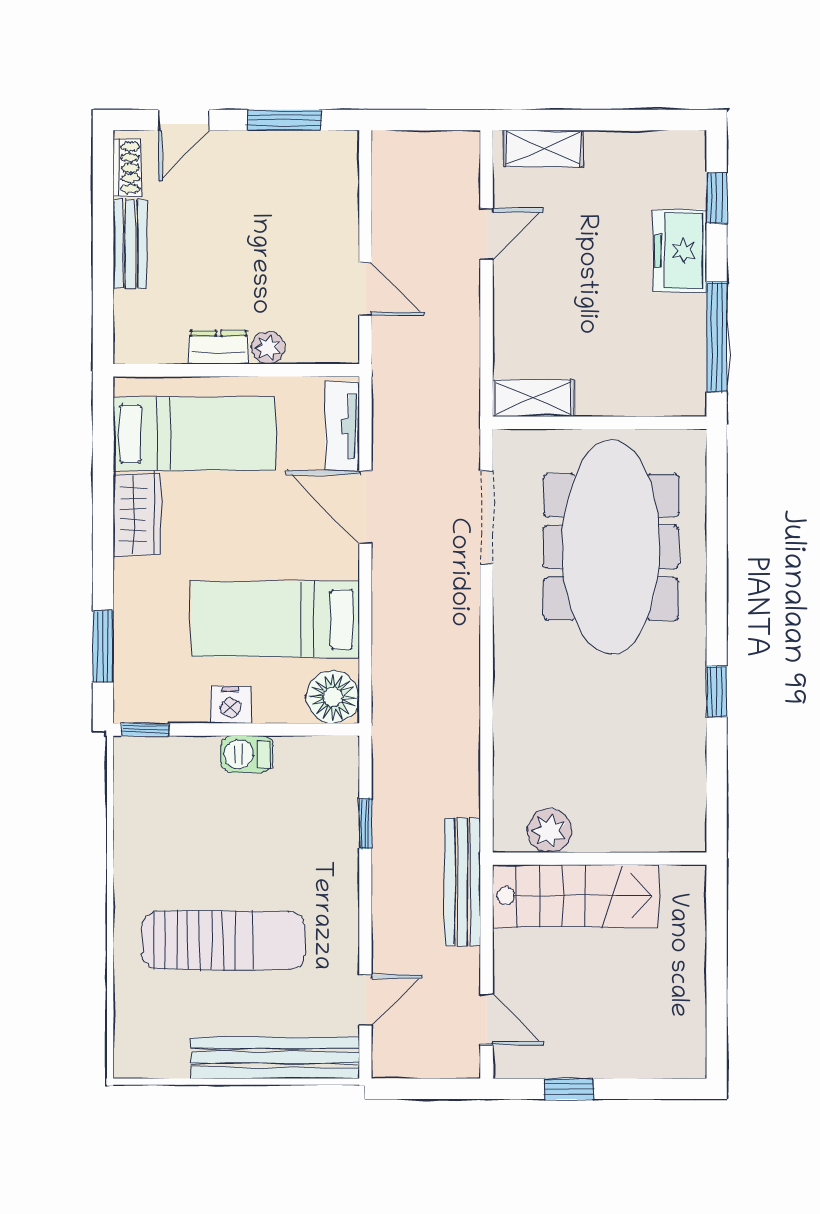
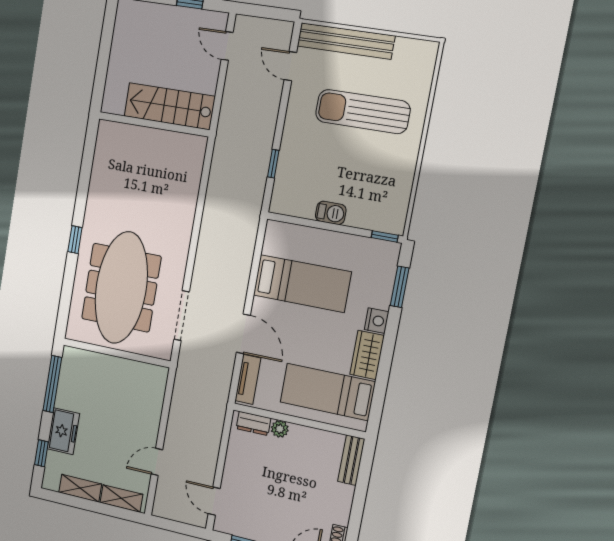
bench: (130, 244) -> (351, 460), moved
door: (365, 289) -> (214, 501), moved
dresser: (218, 347) -> (253, 423), moved
shelving: (534, 398) -> (80, 488), moved
window: (717, 691) -> (75, 240), moved
floor lamp: (333, 697) -> (279, 236), removed
nightstand: (230, 705) -> (377, 321), moved, turned 90
plant: (549, 831) -> (177, 144), removed
bench: (463, 882) -> (227, 123), removed
door: (365, 1000) -> (290, 66), hinge flipped

